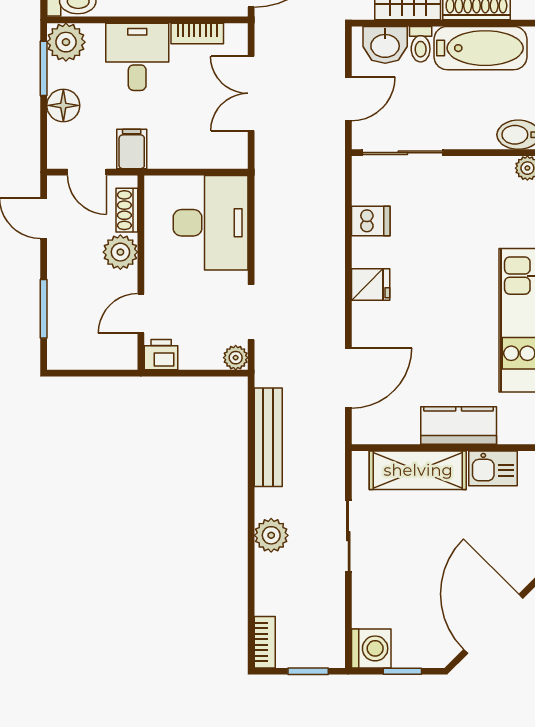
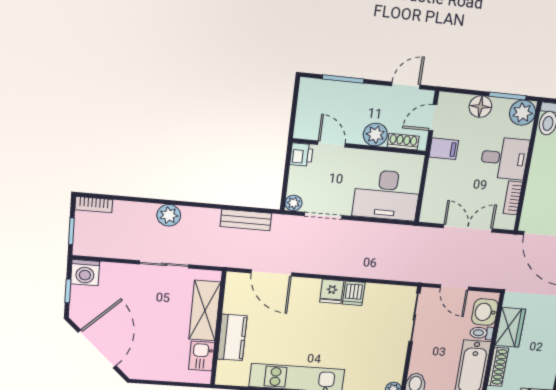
dishwasher: (371, 221) -> (354, 293), moved
bench: (268, 437) -> (246, 220), width x0.73
door: (493, 624) -> (97, 349), hinge flipped

